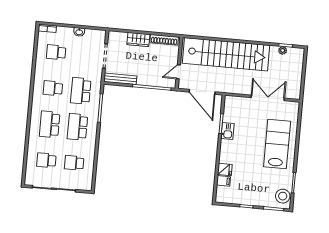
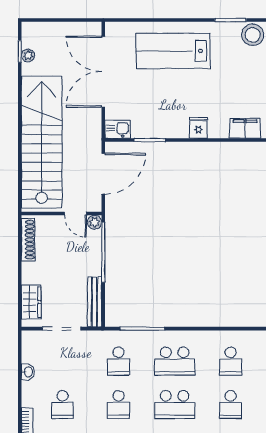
wardrobe: (138, 39) -> (31, 302), moved
plant: (171, 83) -> (94, 222), added
school desk: (81, 91) -> (119, 361), width x0.54
double door: (268, 98) -> (103, 72), width x1.36
kitchen sink: (227, 131) -> (118, 129), moved
fridge: (225, 170) -> (198, 128), moved
filing cabinet: (223, 181) -> (245, 128), width x2.00

